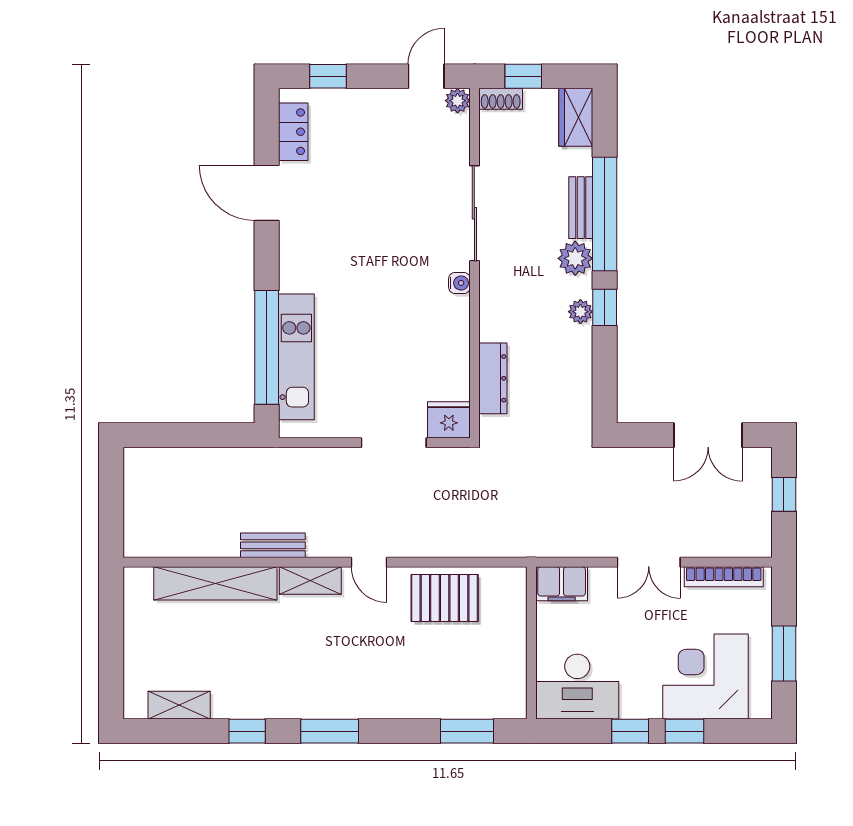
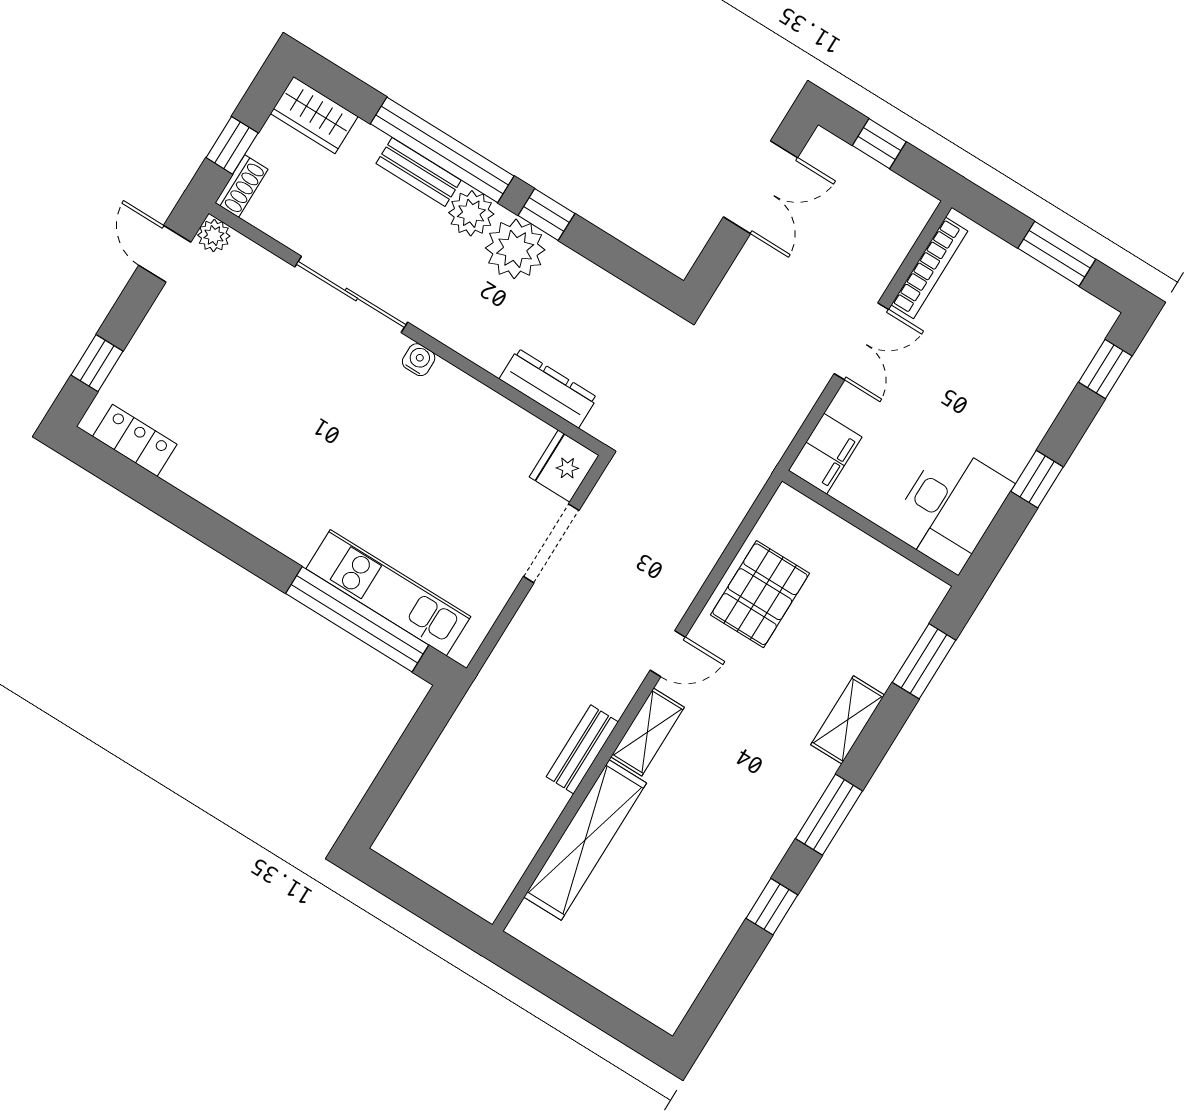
door: (267, 193) -> (185, 512), removed
plant: (580, 312) -> (515, 249), width x1.88, depth x1.88
corner desk: (706, 677) -> (1028, 357), removed
shelving: (179, 705) -> (848, 720), moved
window: (685, 731) -> (1105, 369), moved

